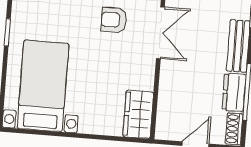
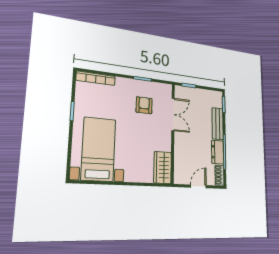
armchair: (114, 20) -> (144, 105), turned 90

